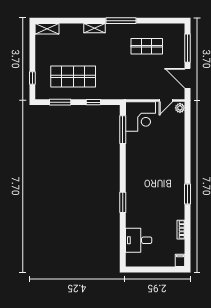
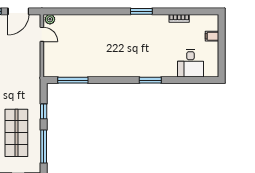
window: (60, 102) -> (44, 147), width x1.44
corner desk: (140, 116) -> (59, 61), removed
filing cabinet: (180, 260) -> (212, 36), moved

